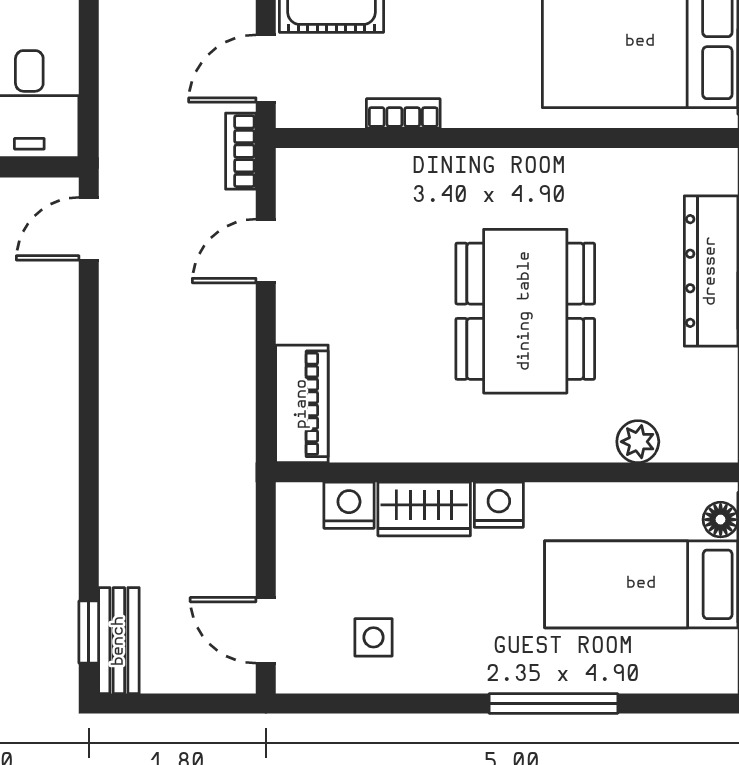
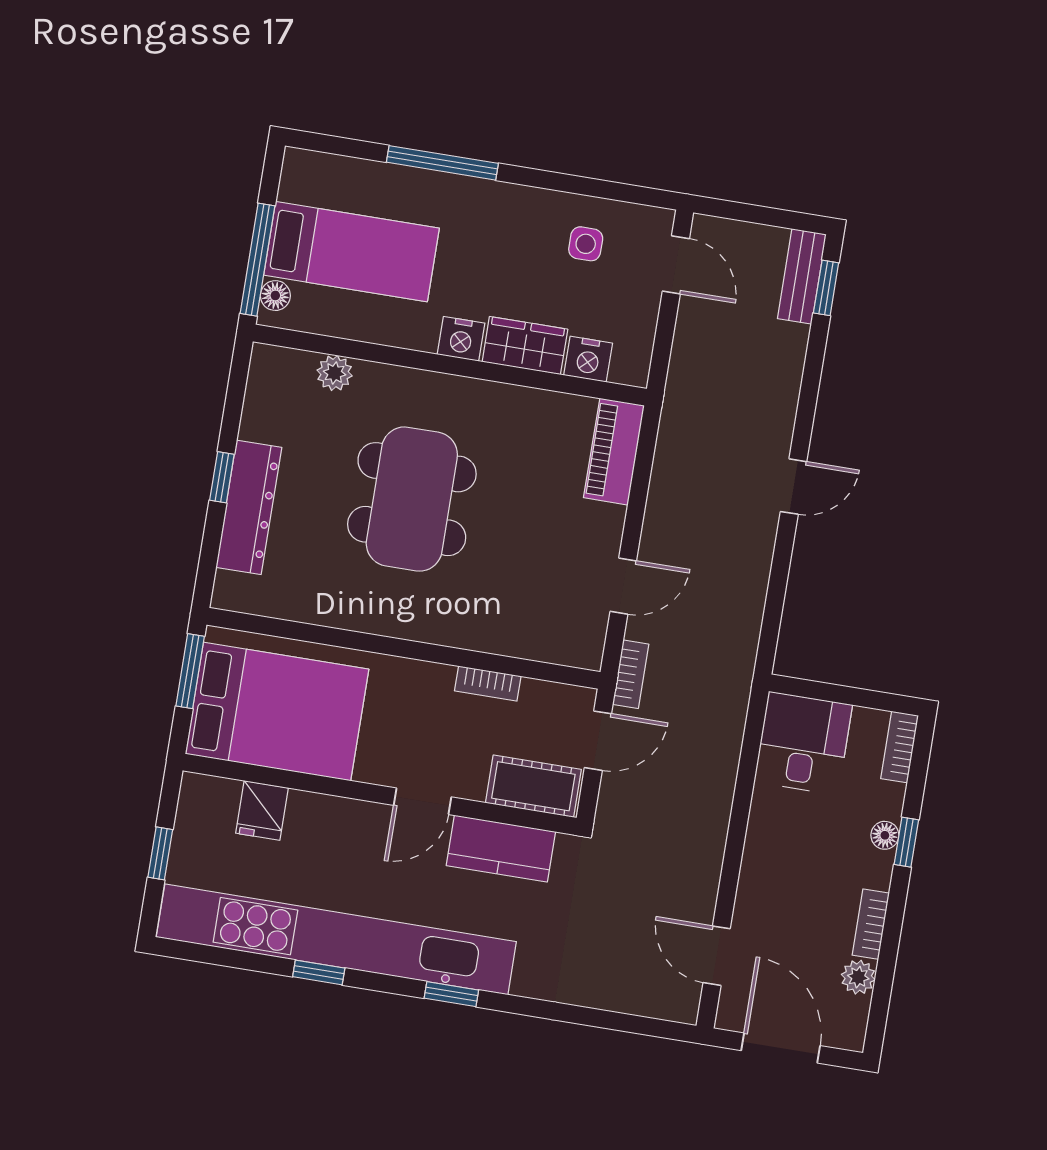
door: (89, 229) -> (794, 487), moved

